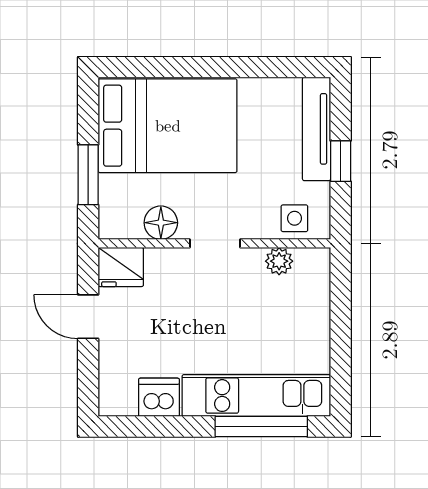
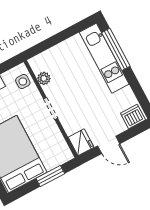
floor lamp: (161, 223) -> (54, 136), removed
door: (88, 317) -> (109, 145), hinge flipped
dishwasher: (159, 397) -> (133, 116), moved, turned 90

